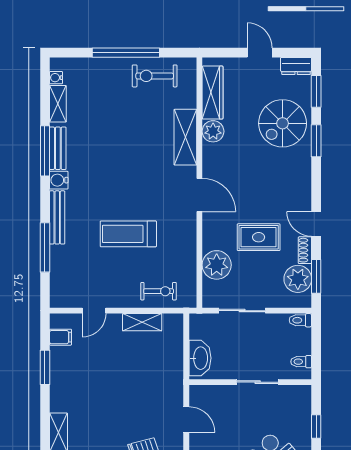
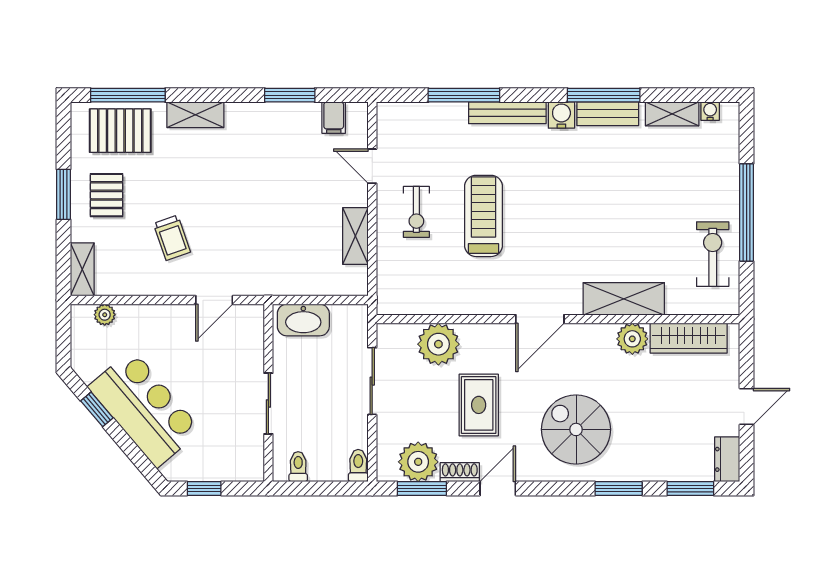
spiral stairs: (283, 123) -> (576, 429), moved
exercise bike: (159, 291) -> (416, 212), moved

